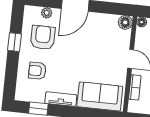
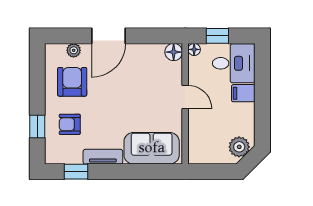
window: (15, 42) -> (37, 127), moved
bookcase: (135, 87) -> (194, 132), removed

